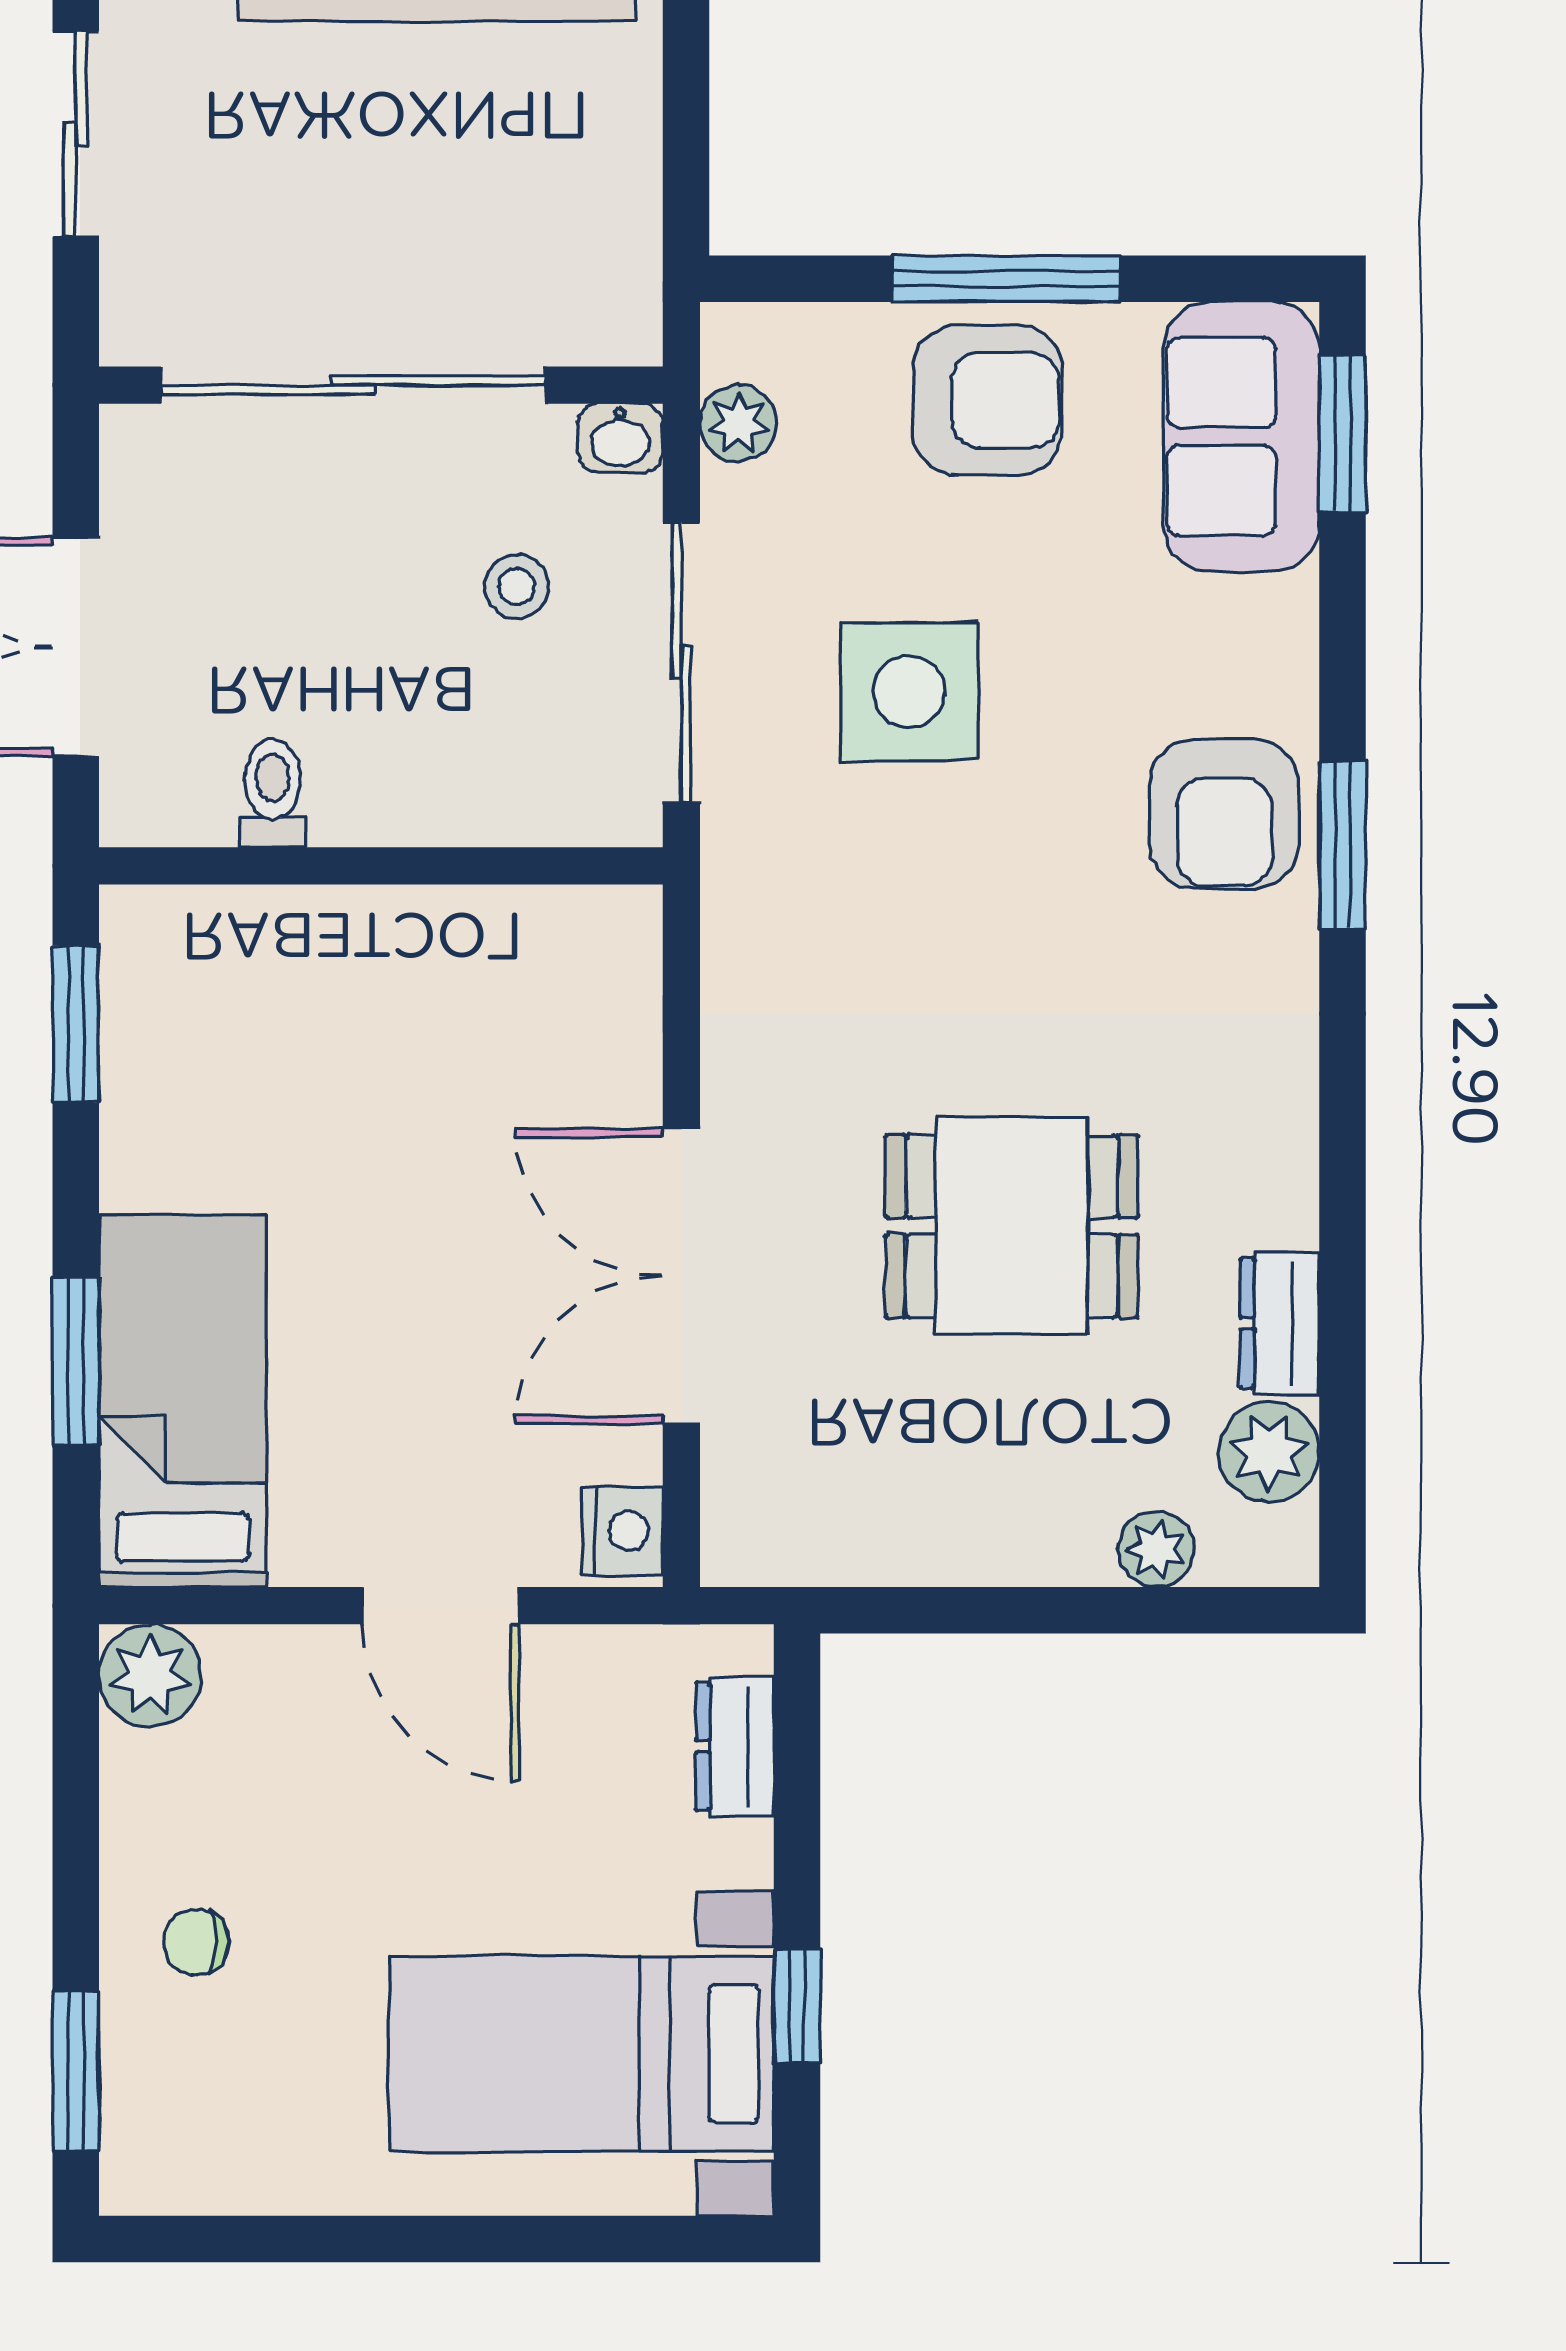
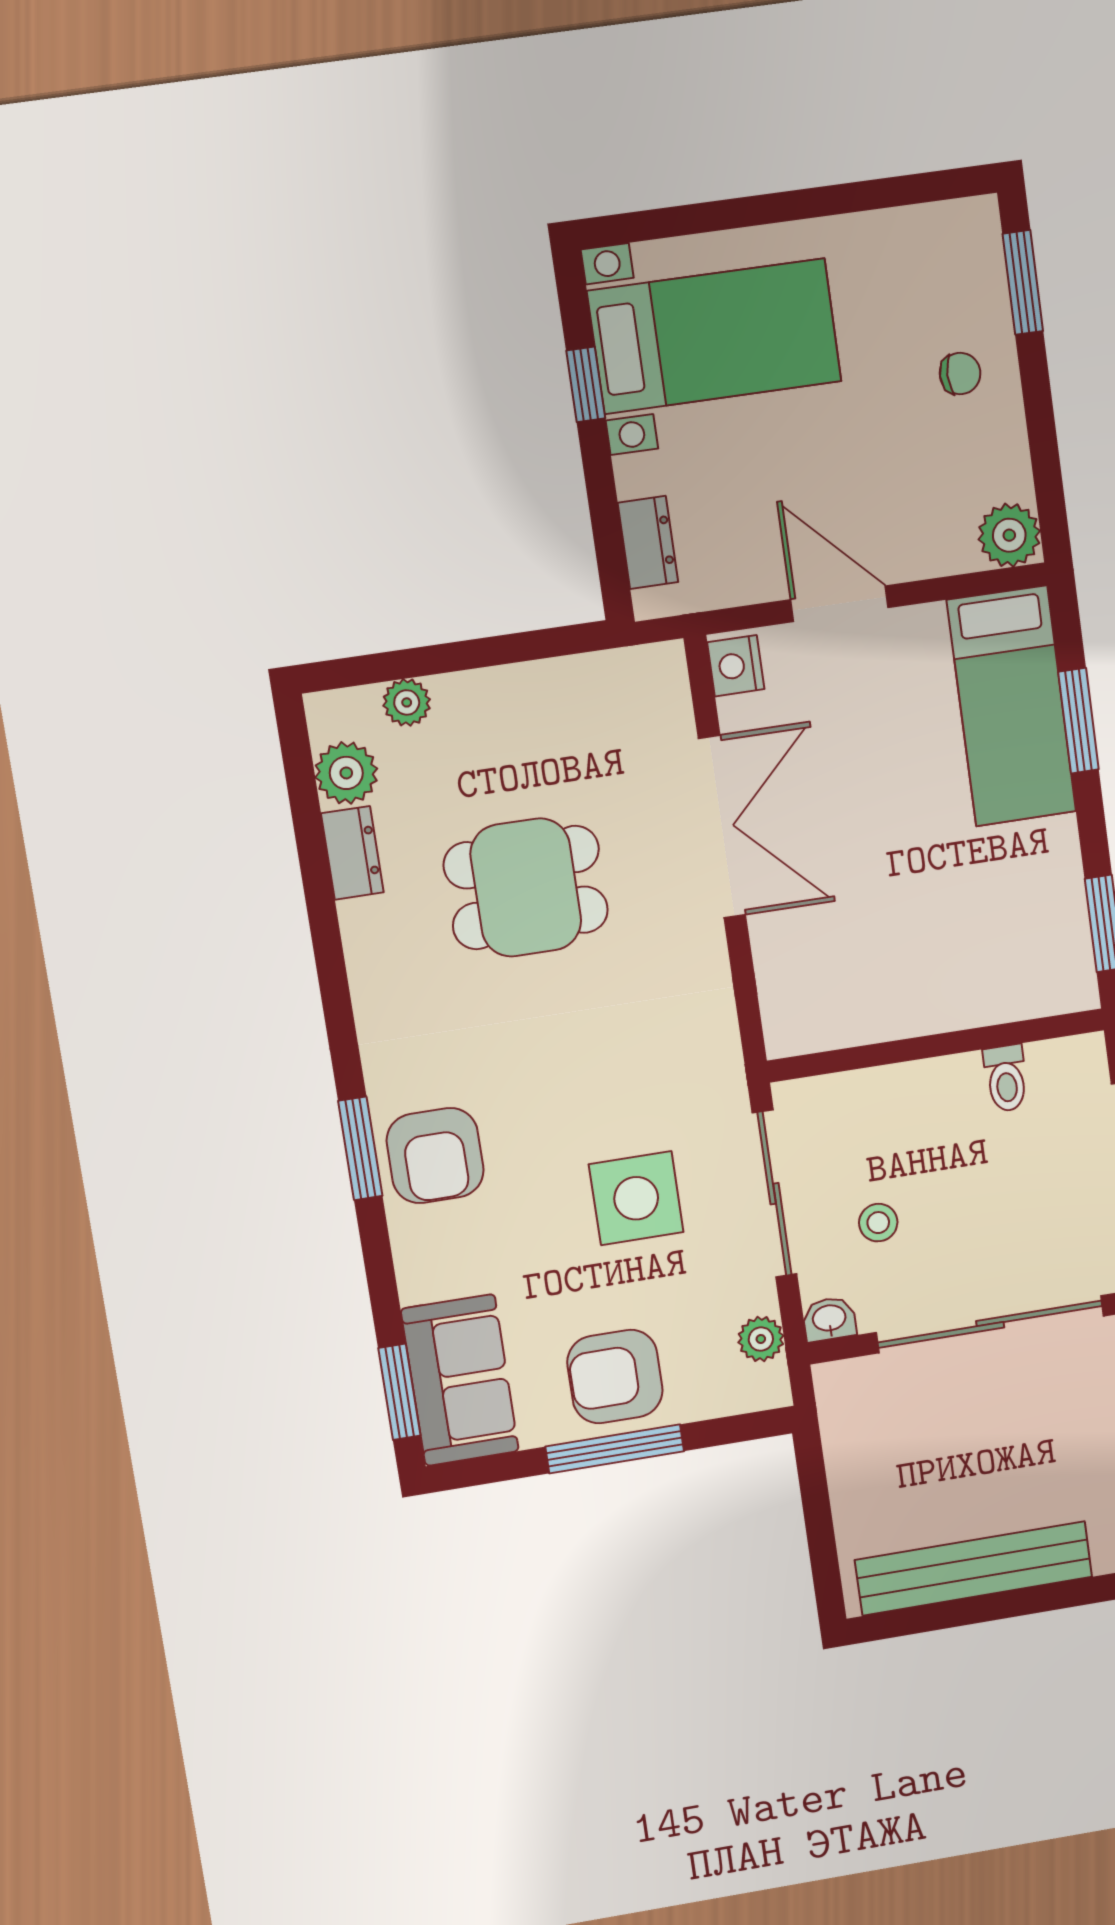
armchair: (1224, 814) -> (435, 1156), turned 180

